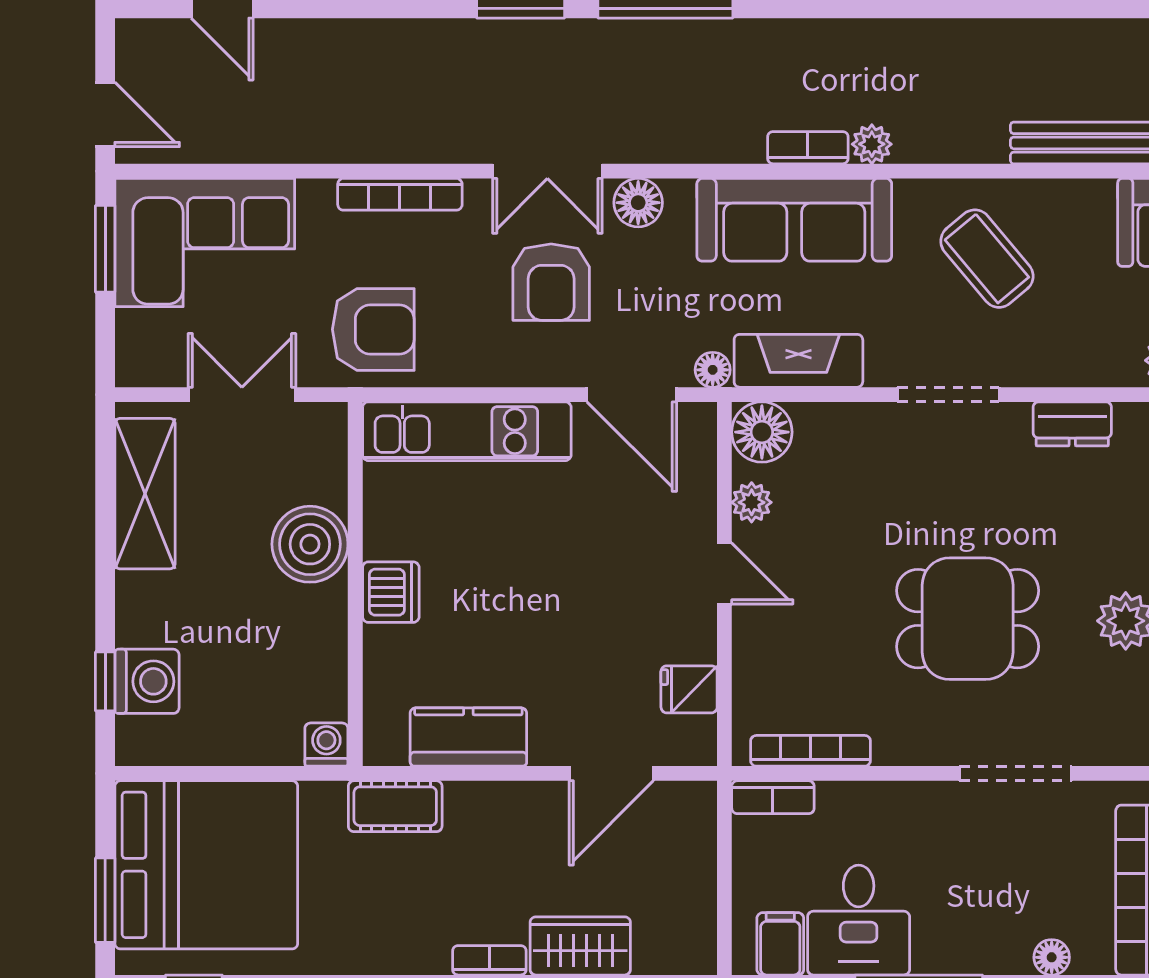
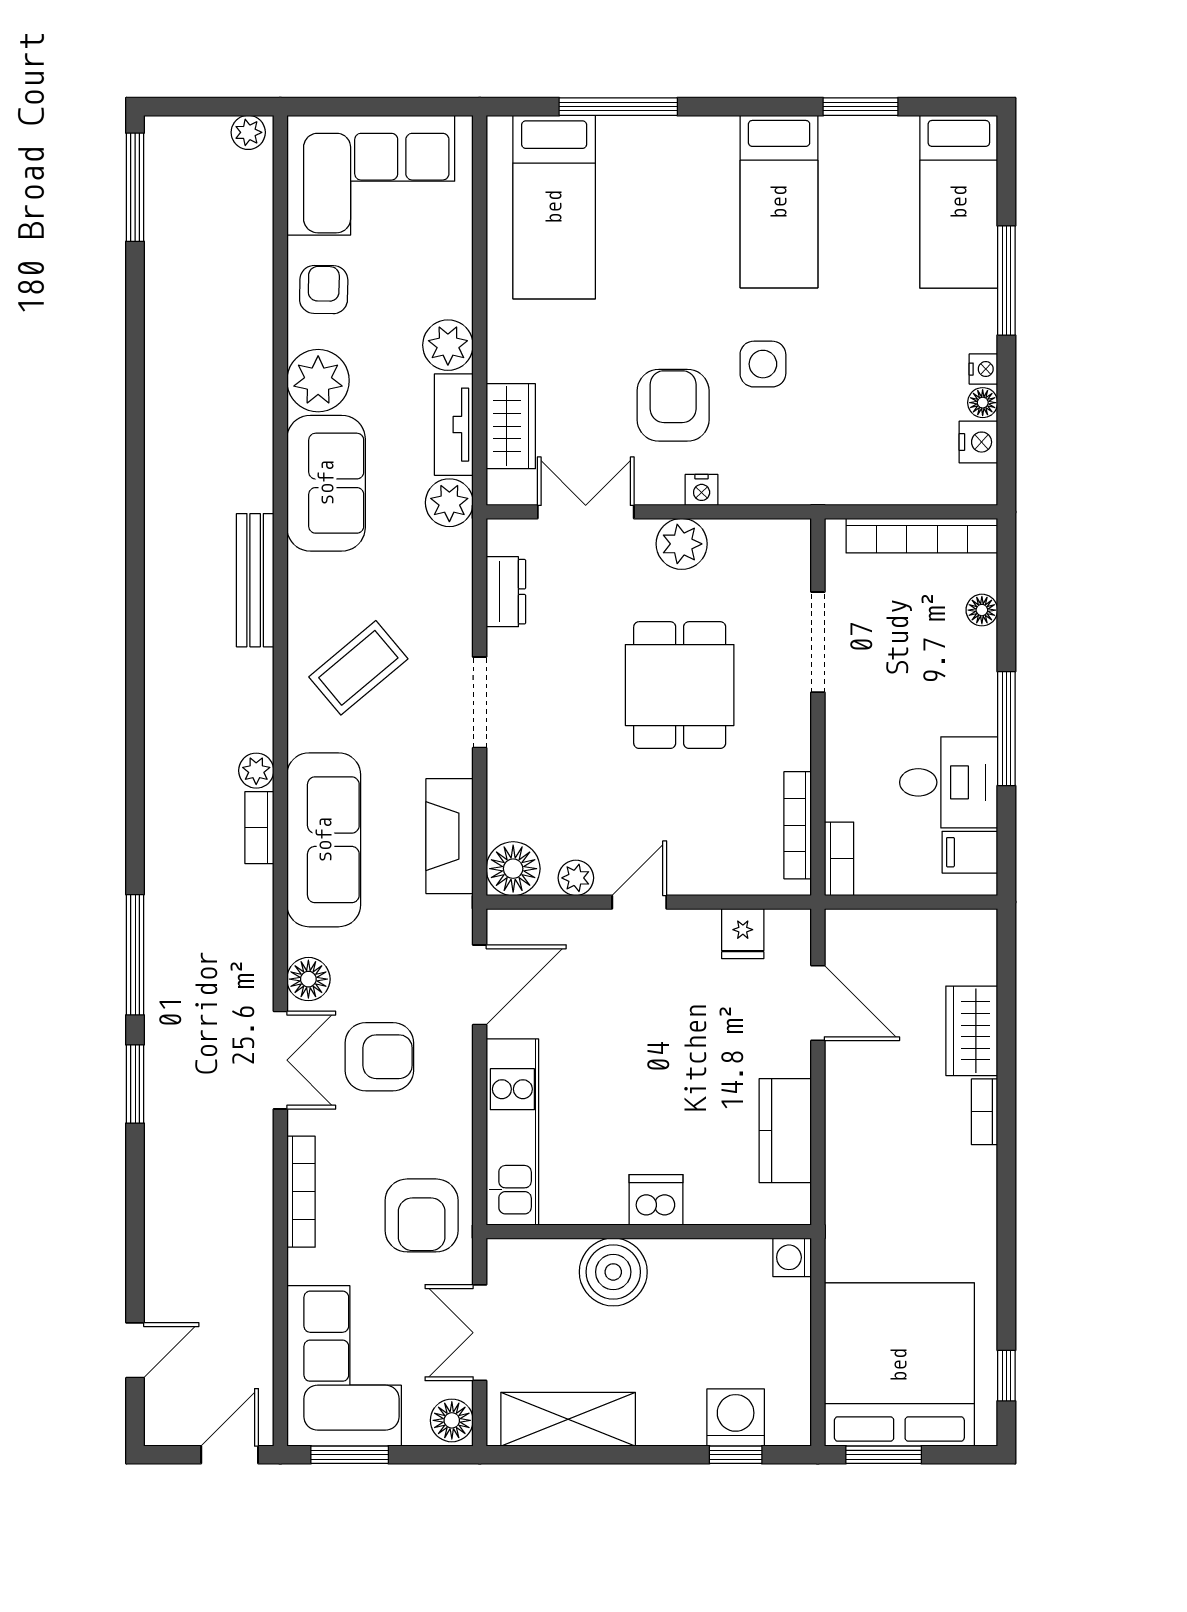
armchair: (373, 329) -> (422, 1215), turned 180
floor lamp: (713, 370) -> (452, 1420), moved, width x1.37, depth x1.37
cot: (395, 806) -> (847, 1196), removed
window: (105, 900) -> (884, 1455), moved

